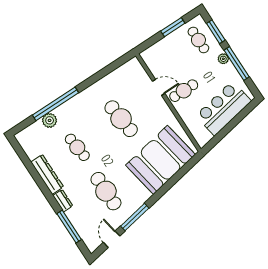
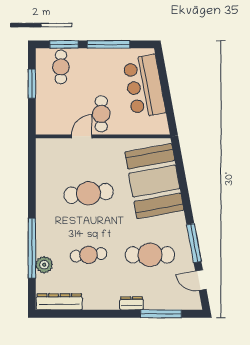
cafe table: (198, 40) -> (61, 67), turned 90
plant: (223, 59) -> (95, 54), removed
dresser: (47, 174) -> (59, 302), moved

